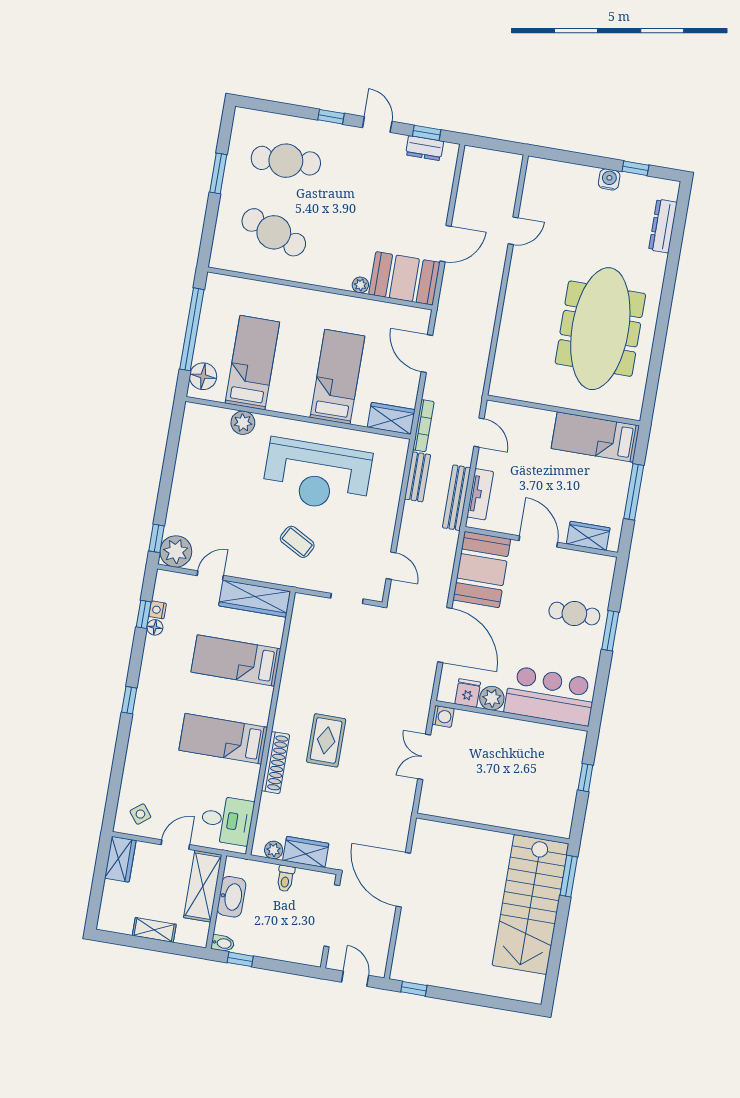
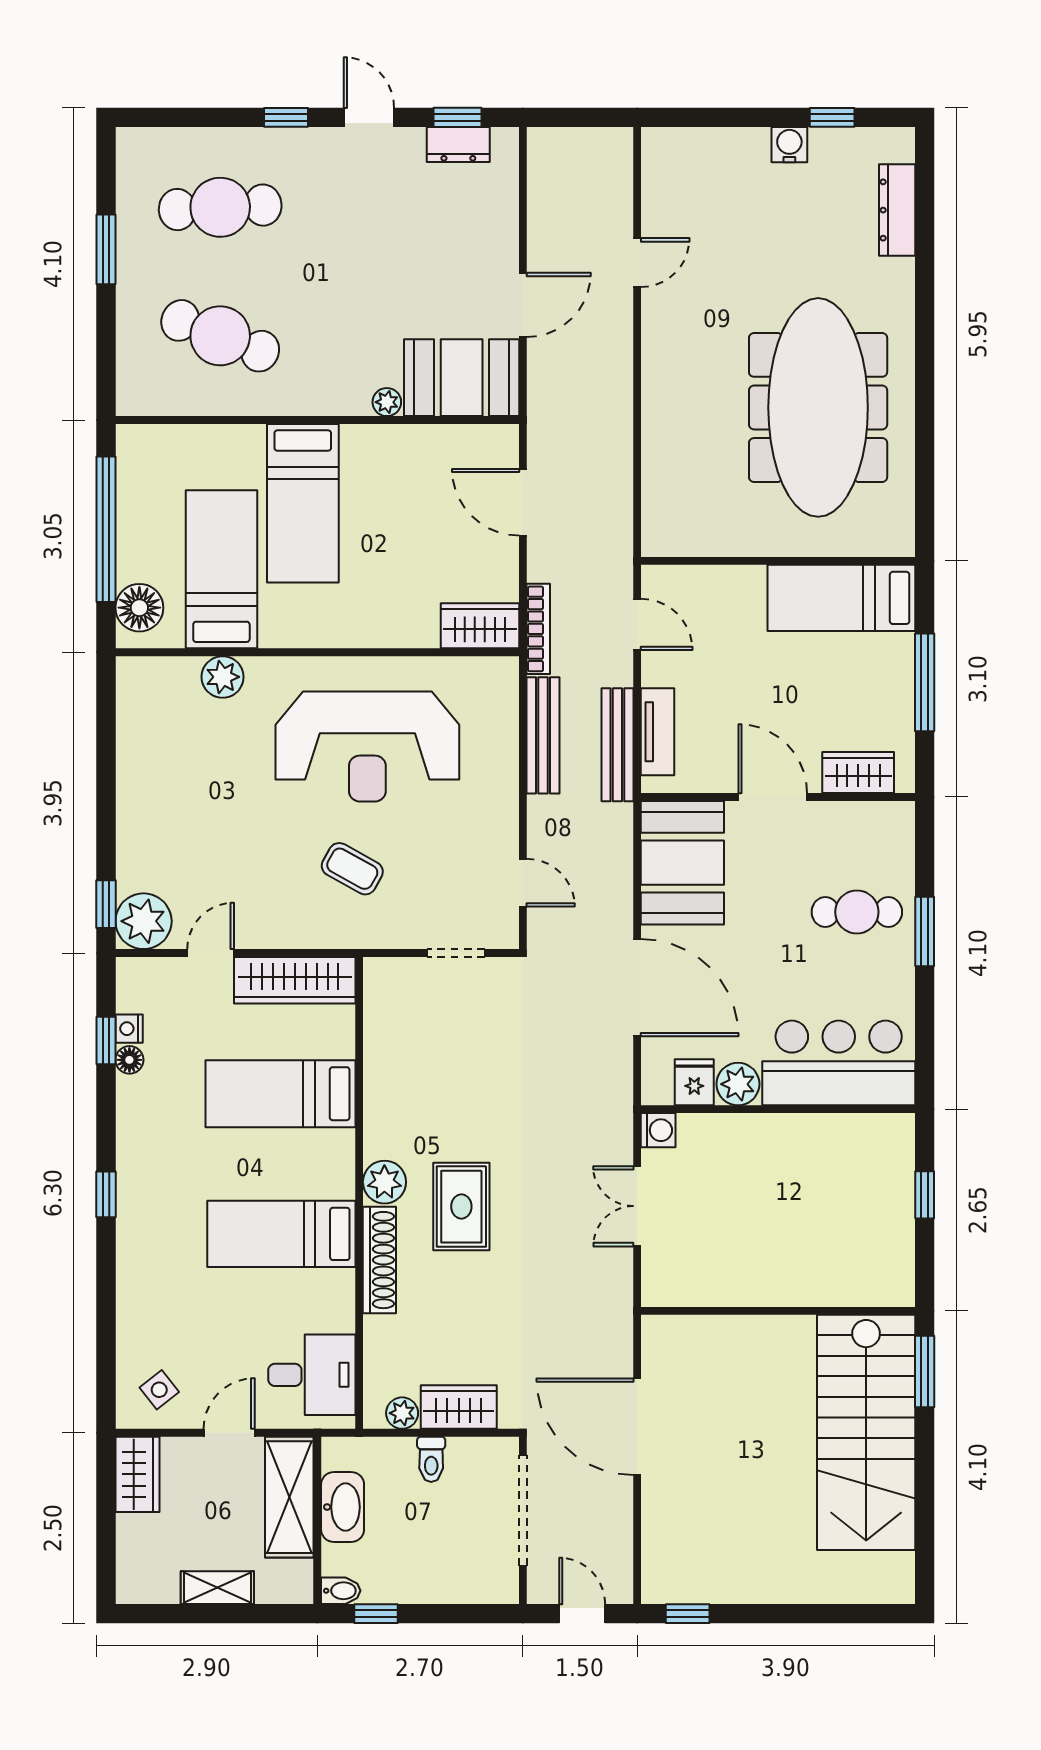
bed: (337, 377) -> (303, 503), moved, turned 180
bench: (418, 477) -> (543, 735), width x1.36
plant: (286, 720) -> (384, 1182), added

